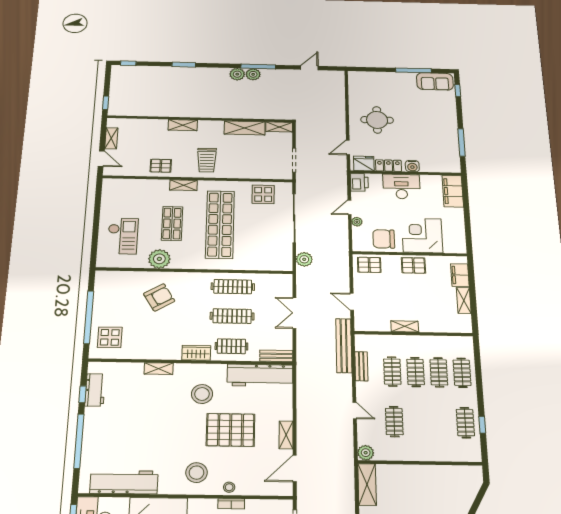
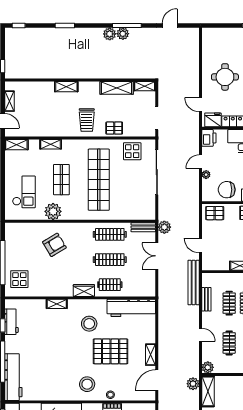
door: (348, 147) -> (201, 105), hinge flipped
pallet: (161, 166) -> (114, 128), moved
shelving: (117, 184) -> (16, 145), added
shelving: (183, 185) -> (51, 144), moved
plant: (304, 259) -> (164, 227), moved
bench: (276, 356) -> (143, 227), moved
plant: (346, 474) -> (193, 384), added
workbench: (124, 482) -> (13, 377), moved, turned 90

